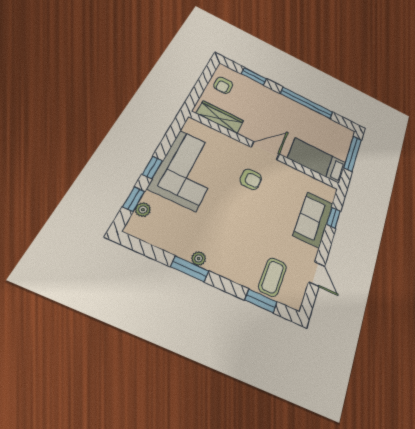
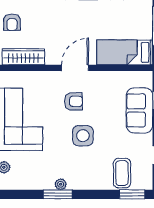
side table: (246, 217) -> (83, 136), added
window: (261, 301) -> (132, 194), moved

